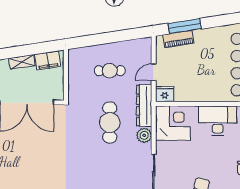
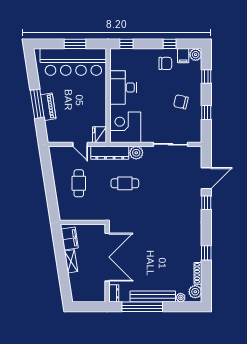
window: (185, 26) -> (37, 104), moved
piano: (178, 39) -> (48, 107), moved
cafe table: (110, 123) -> (125, 183), width x0.73, depth x0.74

